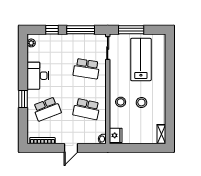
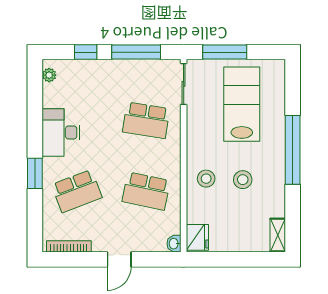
window: (170, 86) -> (293, 150), added

